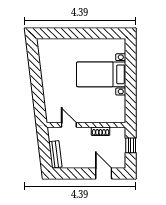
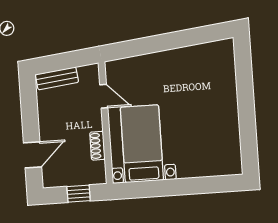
bed with nightstands: (101, 74) -> (142, 144), moved
door: (69, 125) -> (104, 96), hinge flipped

